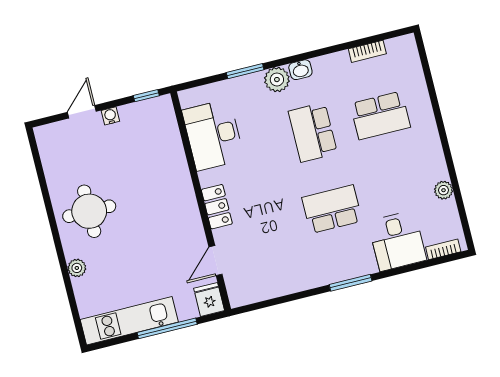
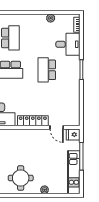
locker: (217, 207) -> (33, 121), width x1.53

